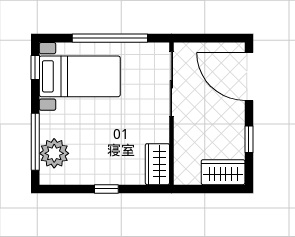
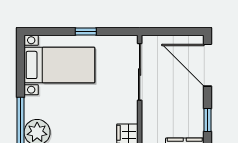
window: (110, 38) -> (86, 32), width x0.32
window: (35, 68) -> (20, 57), removed

